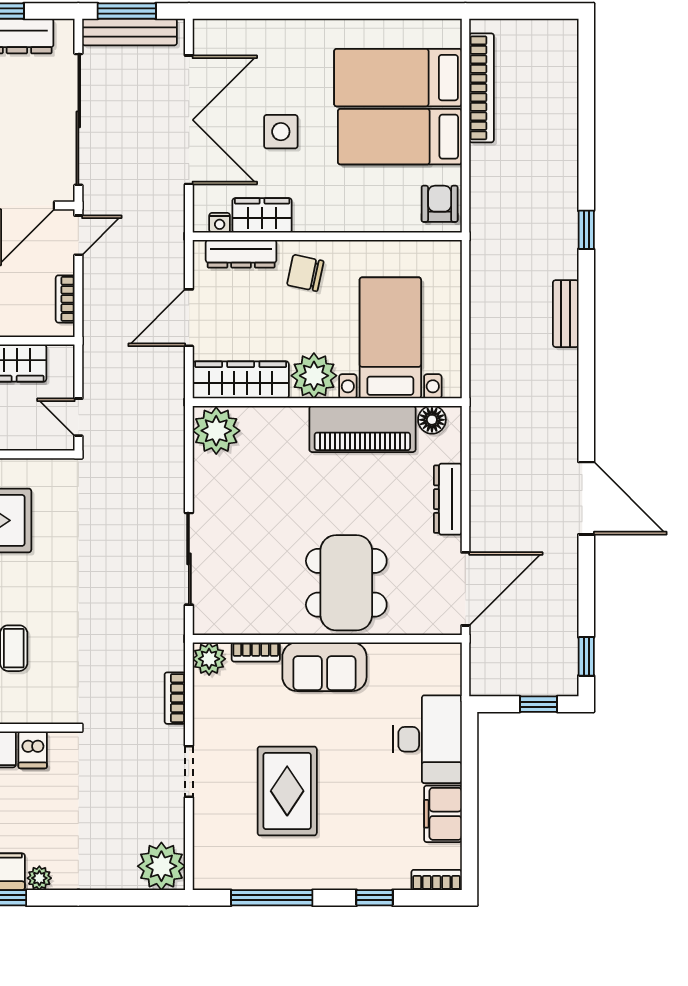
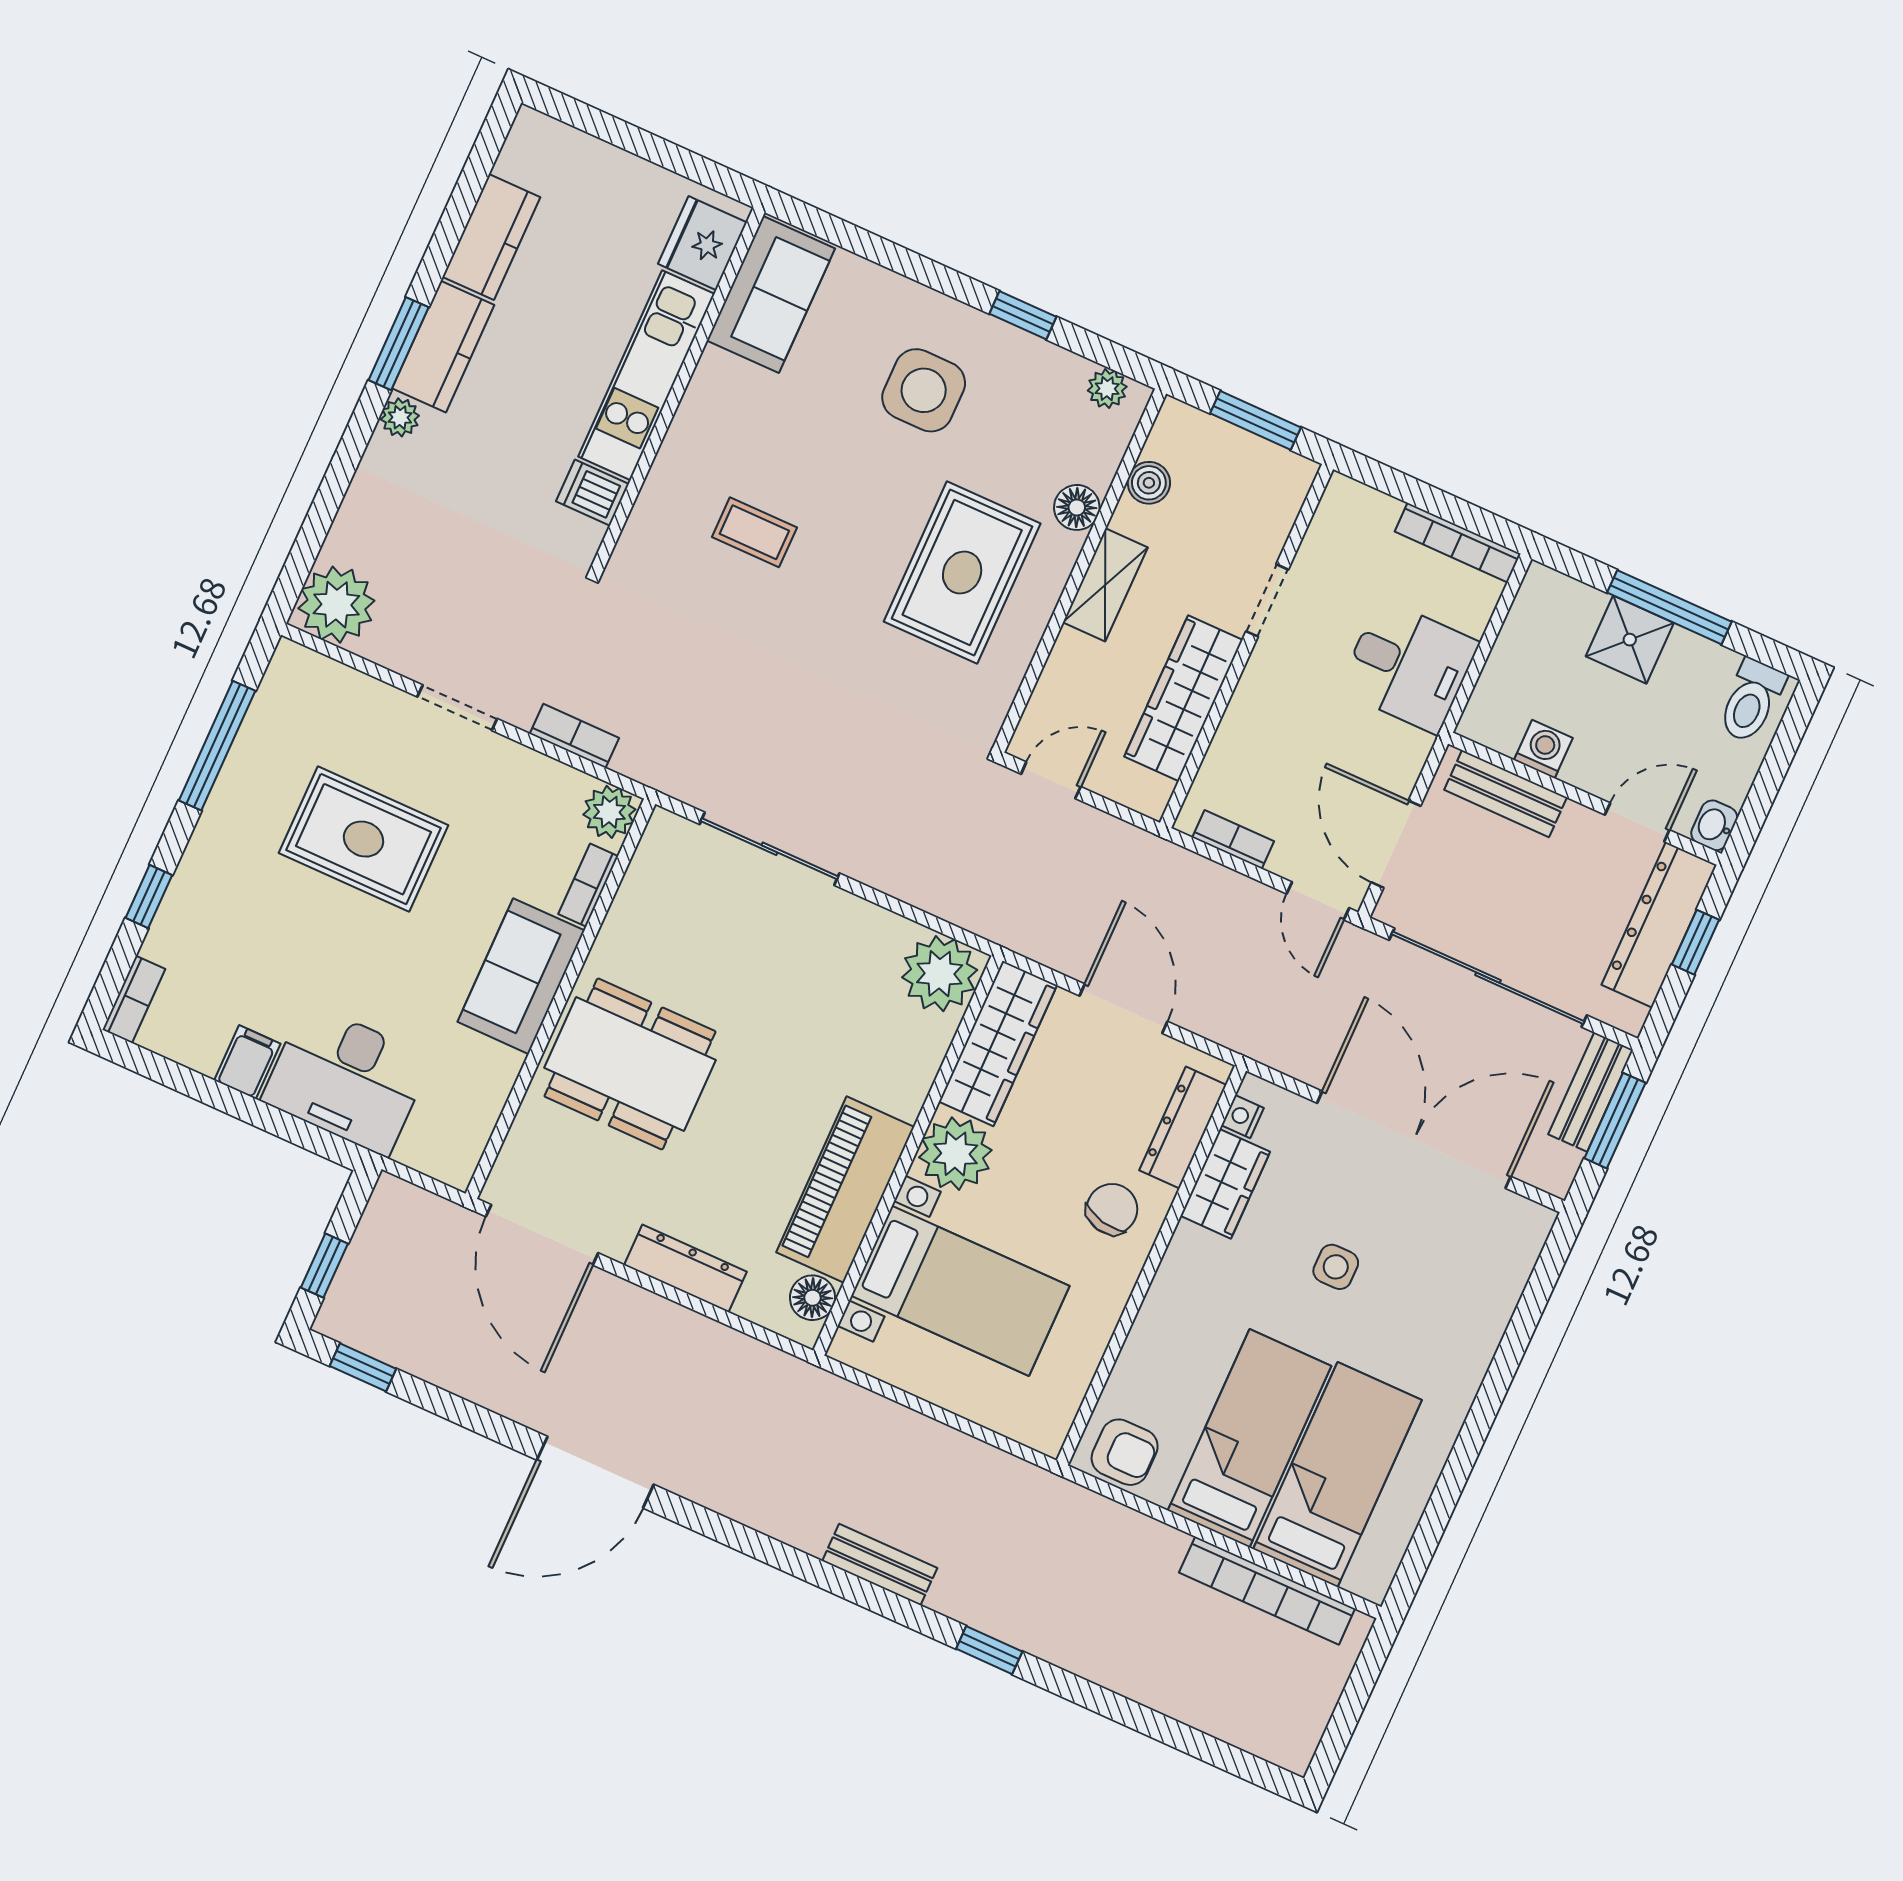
bench: (129, 32) -> (1591, 1092), width x0.73
double door: (189, 120) -> (1414, 1140), swing flipped
side table: (281, 132) -> (1336, 1267), width x0.73, depth x0.73
filing cabinet: (443, 814) -> (247, 1062), width x0.50

